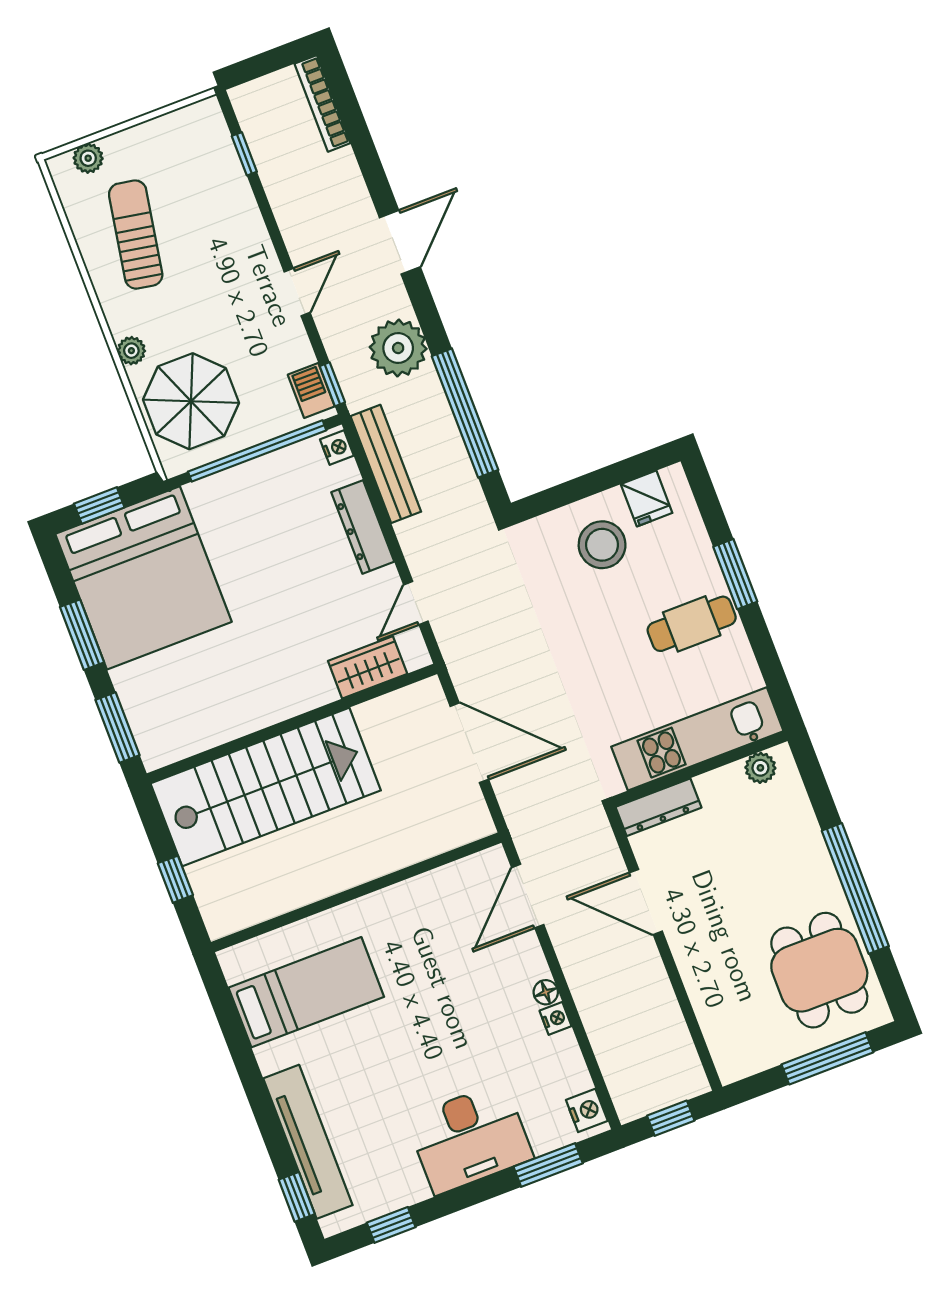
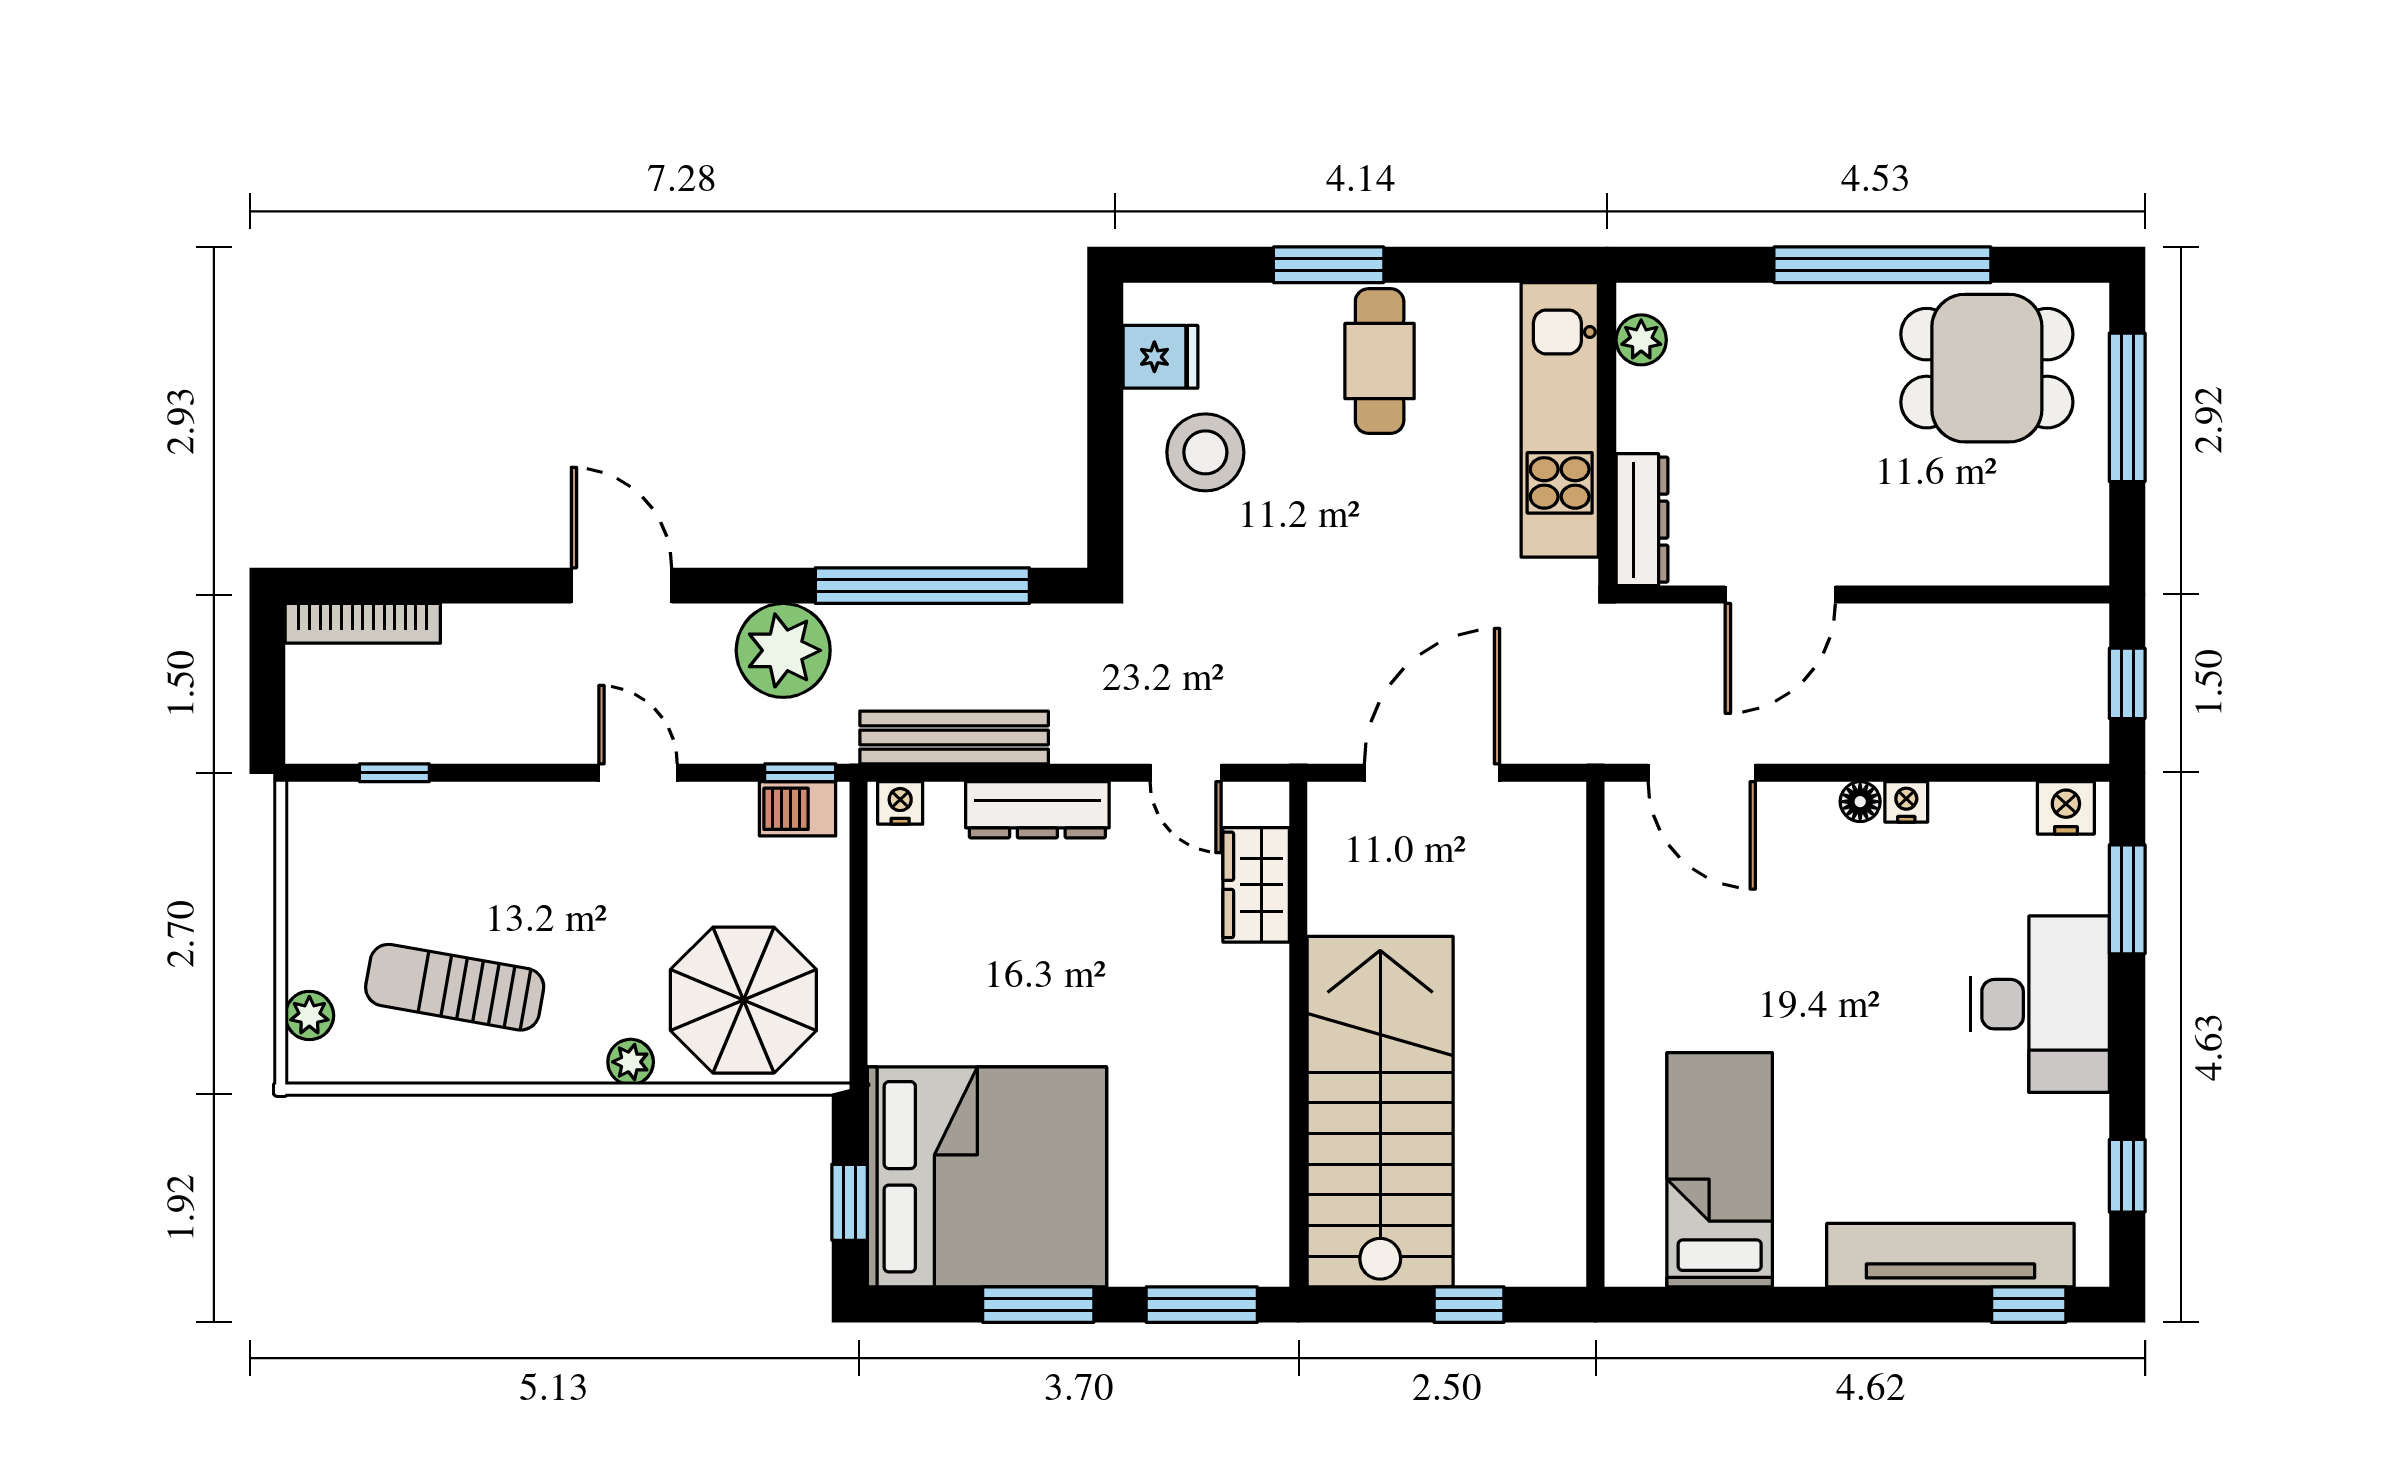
window: (257, 451) -> (859, 928), removed

